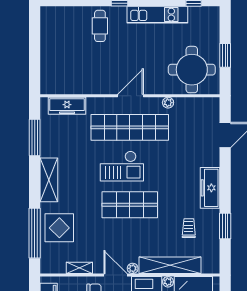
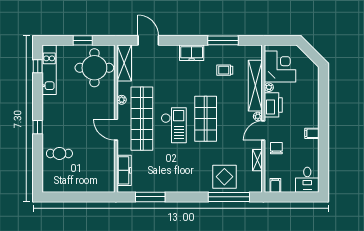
kitchen unit: (157, 15) -> (49, 70), moved
cafe table: (100, 26) -> (59, 153), moved
door: (130, 96) -> (116, 130), moved
plant: (168, 103) -> (122, 100), moved
shelving: (49, 180) -> (124, 63), moved, turned 90
freezer: (210, 188) -> (192, 53), width x0.71
window: (225, 226) -> (223, 40), width x1.44

